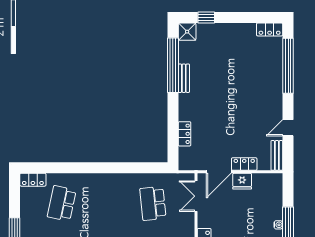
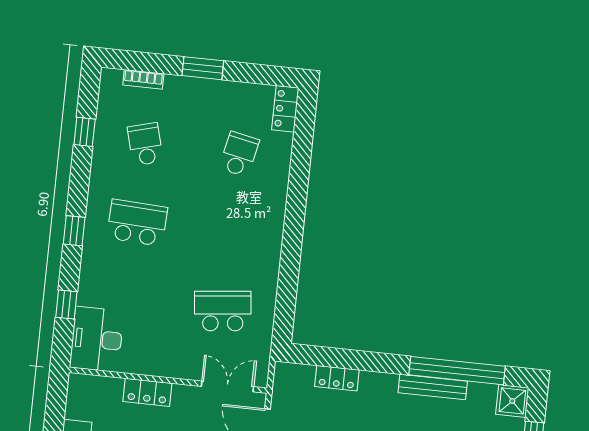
bench: (184, 78) -> (433, 387), width x1.36
school desk: (62, 203) -> (239, 154), width x0.54

